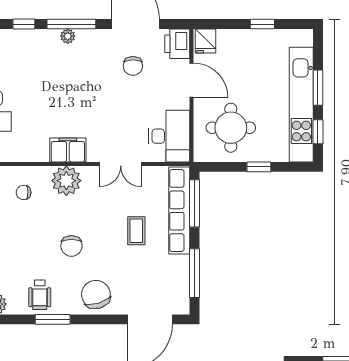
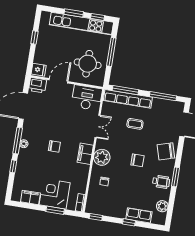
chair: (133, 66) -> (54, 146), moved
window: (259, 167) -> (111, 52), width x2.17

